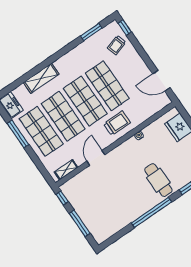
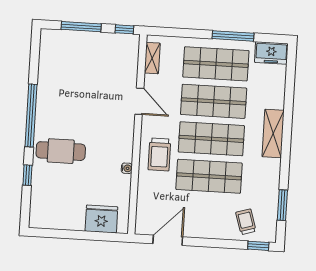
shelving: (41, 78) -> (273, 133), moved

